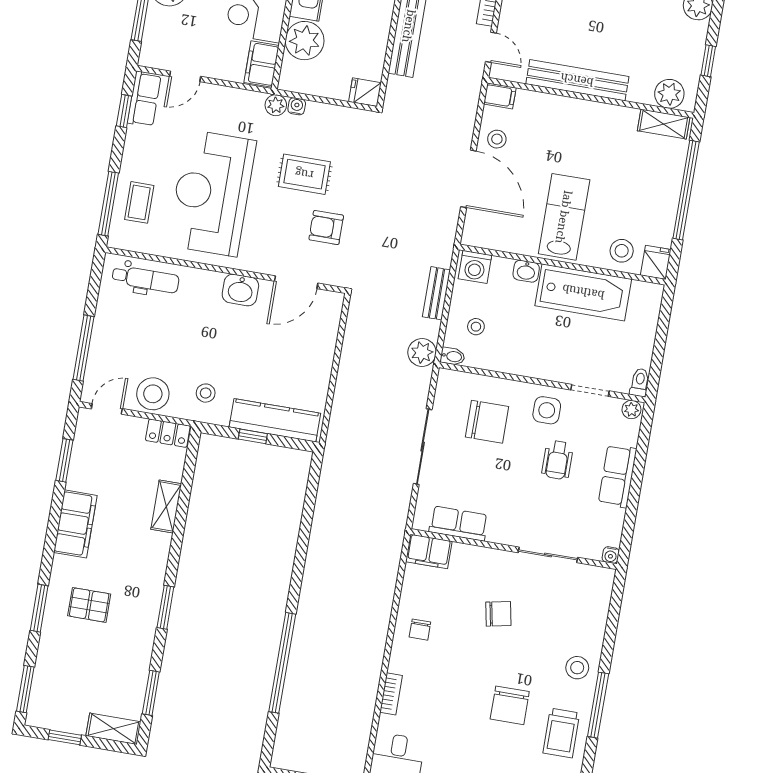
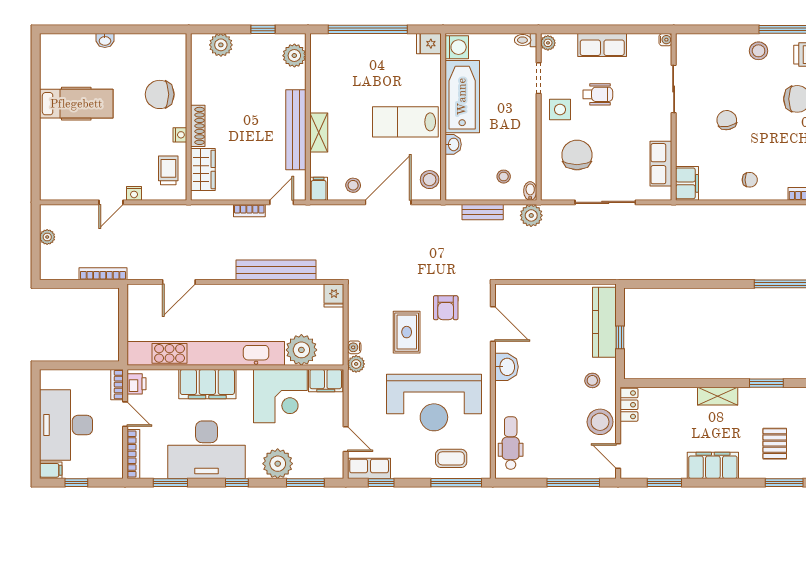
shelving: (664, 124) -> (319, 133), moved
stool: (622, 251) -> (430, 180), moved
washing machine: (475, 267) -> (457, 47), moved
shelving: (166, 506) -> (718, 396), moved

